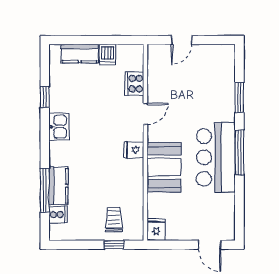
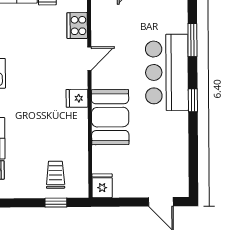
window: (239, 152) -> (193, 100), width x0.46
bar counter: (216, 157) -> (167, 72), moved

